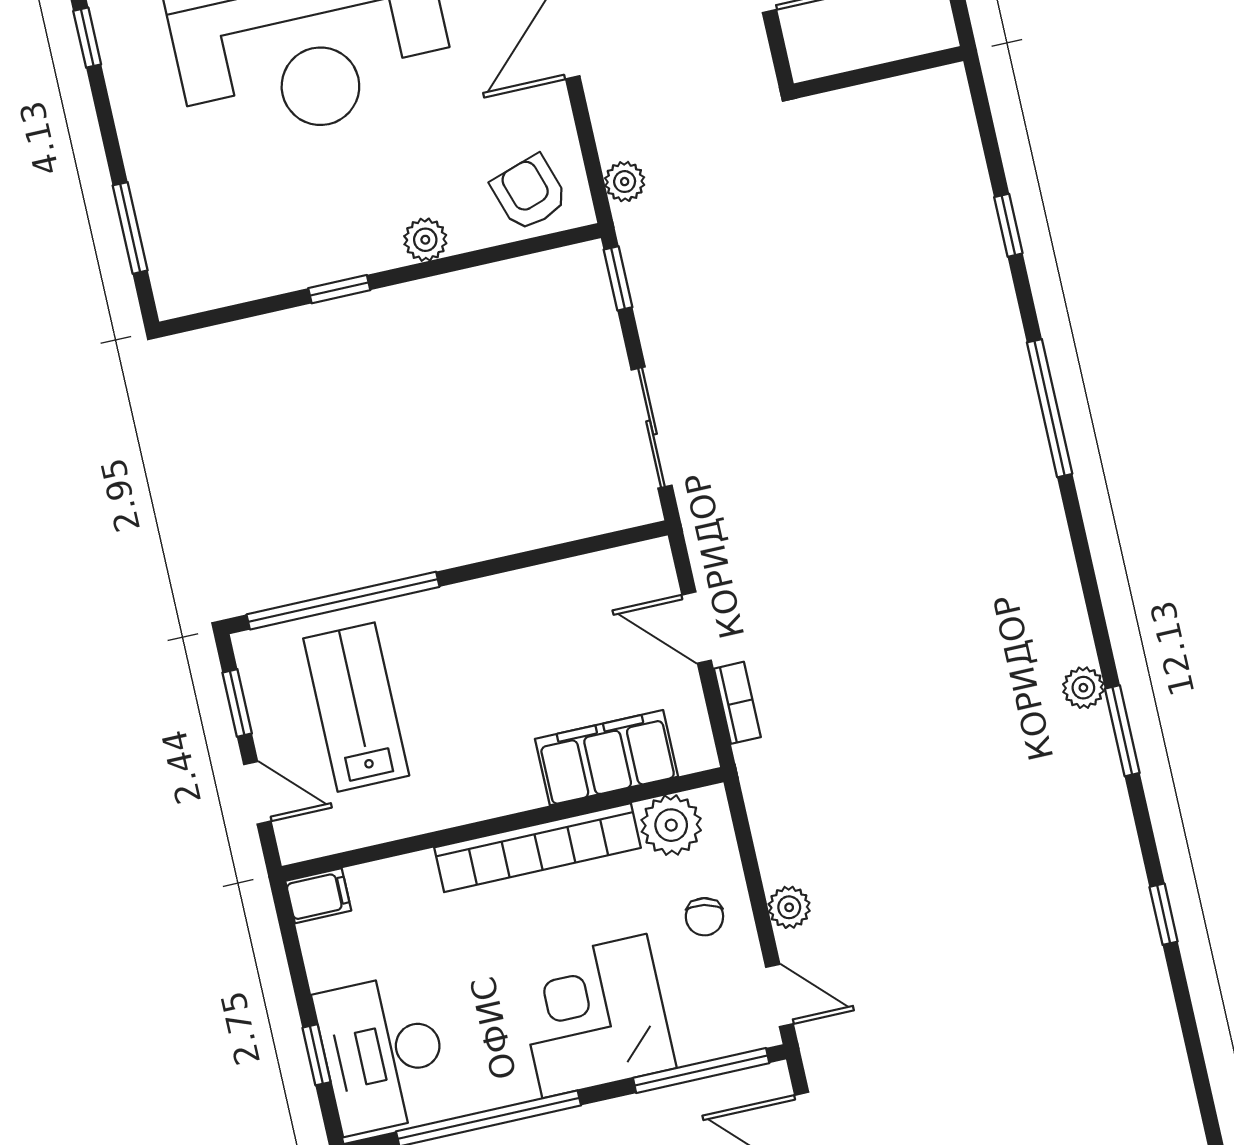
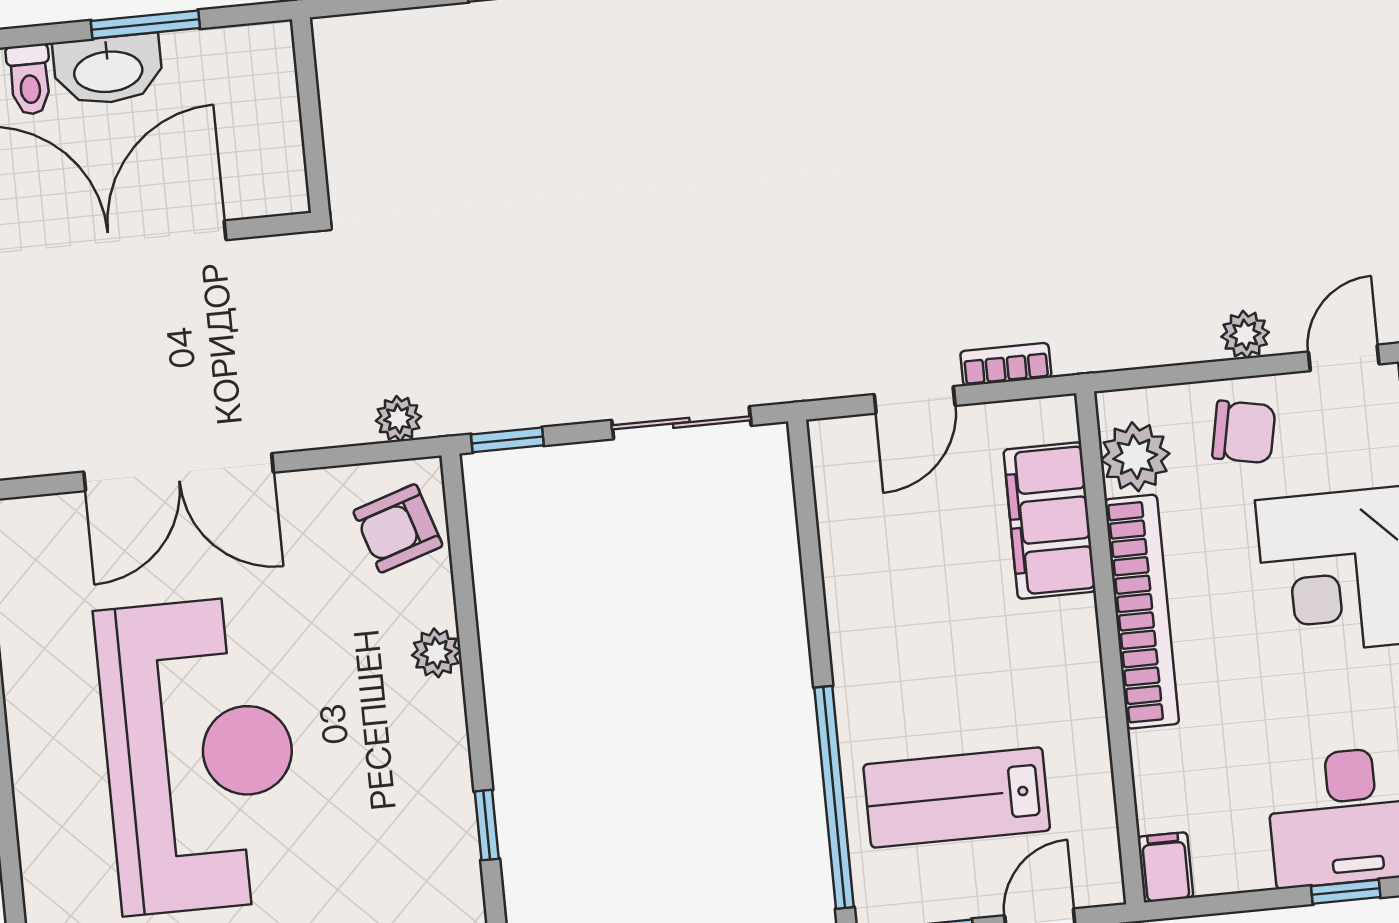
window: (339, 289) -> (487, 825), moved
chair: (704, 917) -> (1244, 432), width x1.37, depth x1.37

